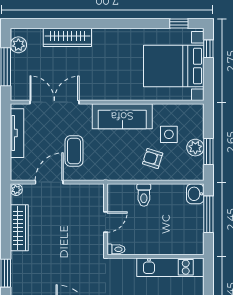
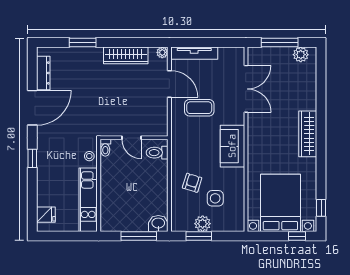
wardrobe: (67, 37) -> (308, 134), moved
sofa: (122, 116) -> (232, 146), width x0.73
tv unit: (17, 133) -> (194, 53), moved
toilet: (144, 195) -> (157, 153), moved
stool: (125, 266) -> (89, 156), added

